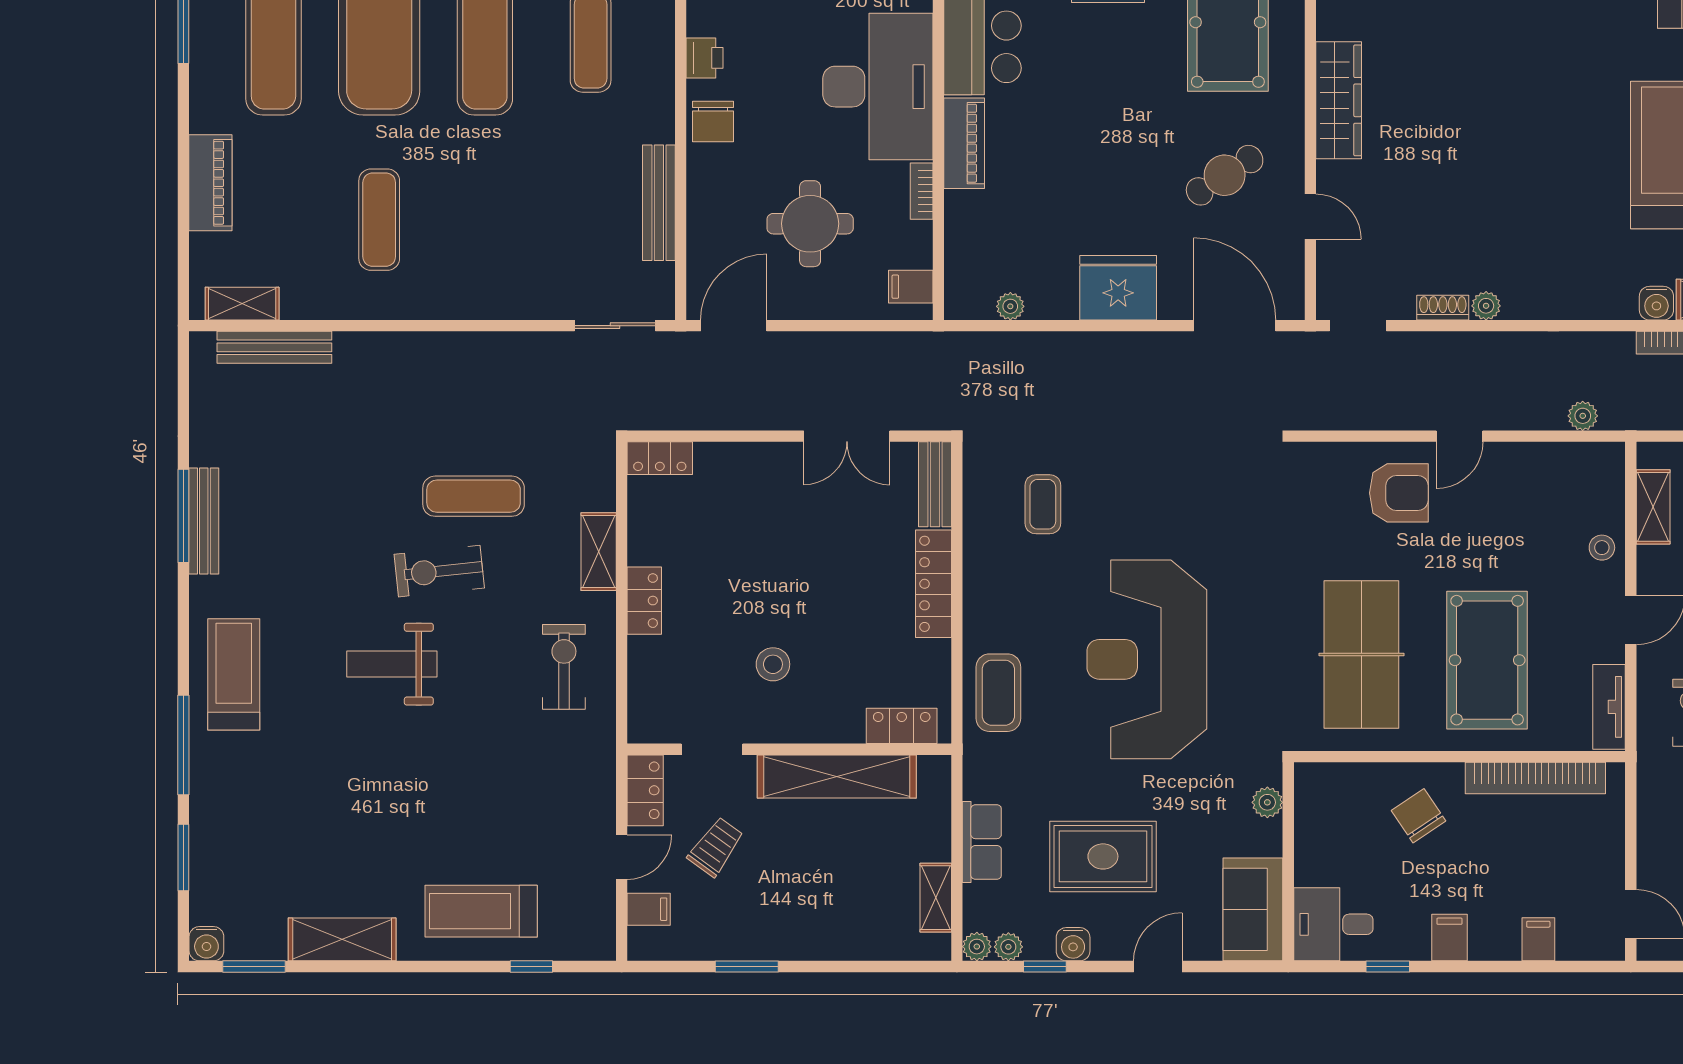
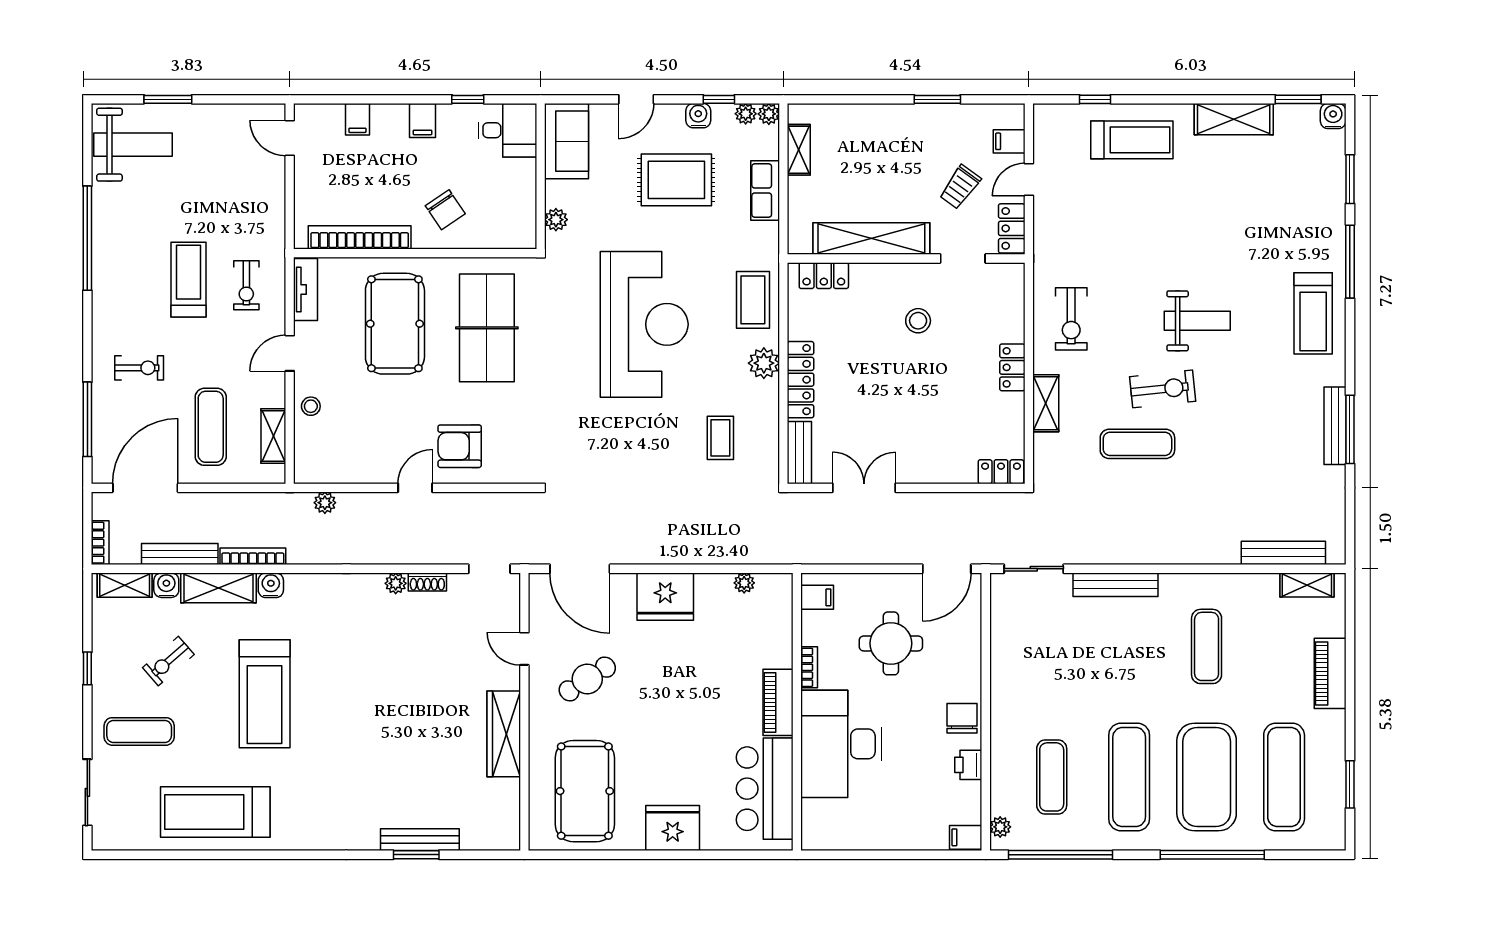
bench: (659, 203) -> (1115, 585), moved, turned 90
plant: (983, 606) -> (764, 363), added

